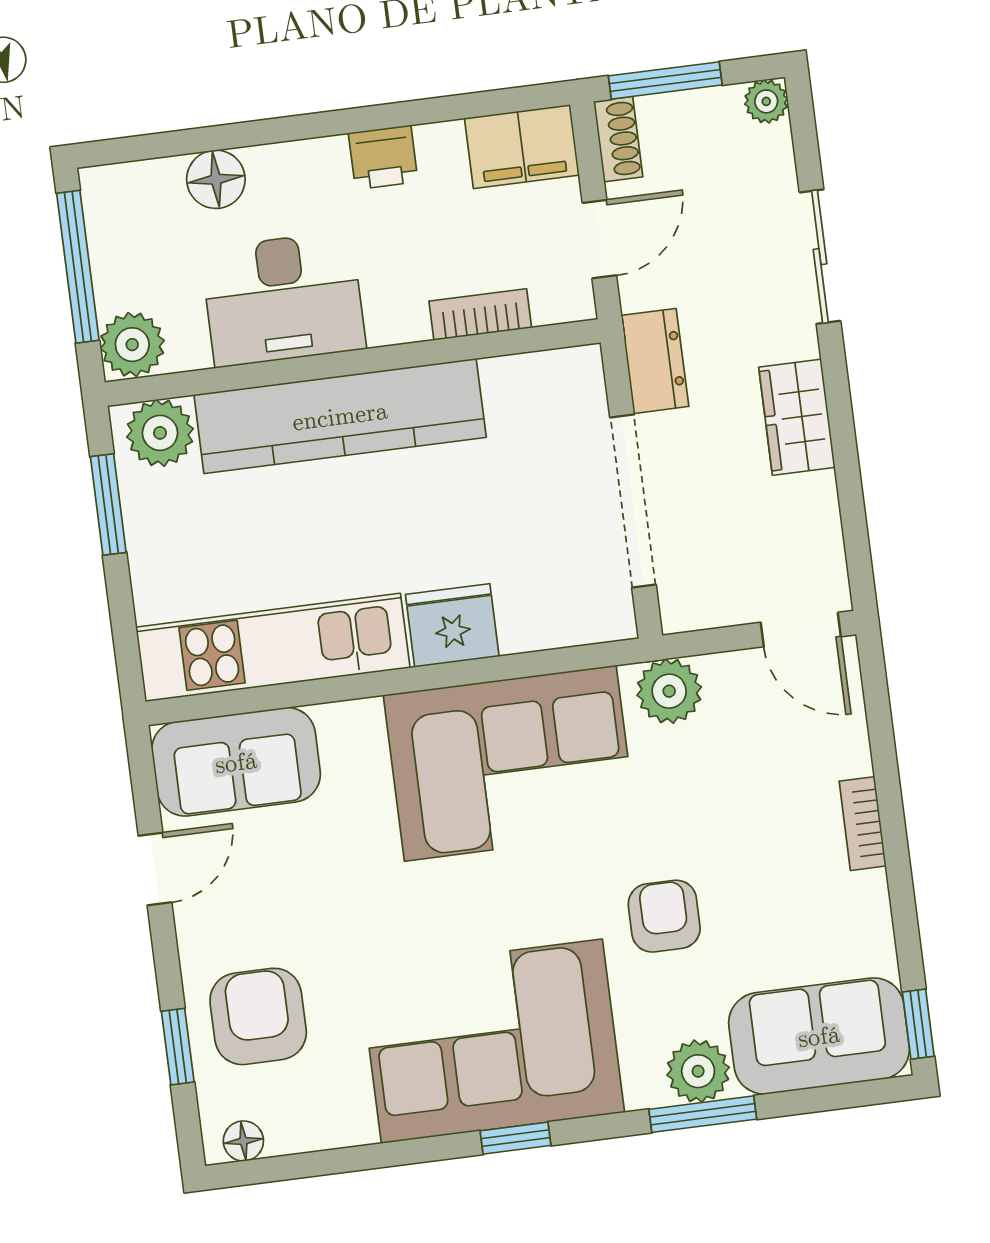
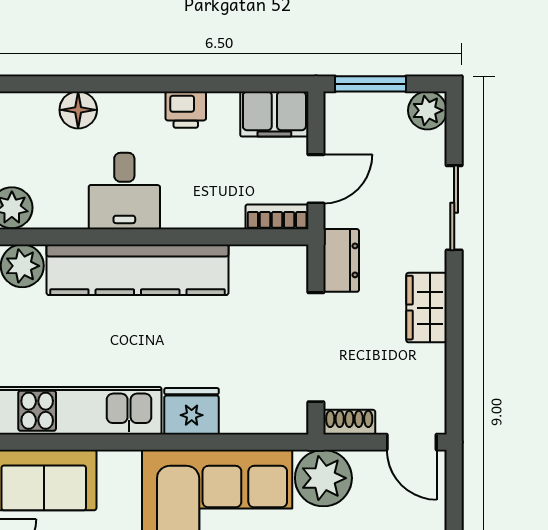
plant: (766, 101) -> (427, 110), width x1.38, depth x1.38
shoe rack: (618, 139) -> (349, 422), moved, turned -90
desk: (283, 299) -> (124, 191), width x0.73
bookcase: (480, 314) -> (277, 217), moved
plant: (669, 691) -> (323, 478), width x1.36, depth x1.36

